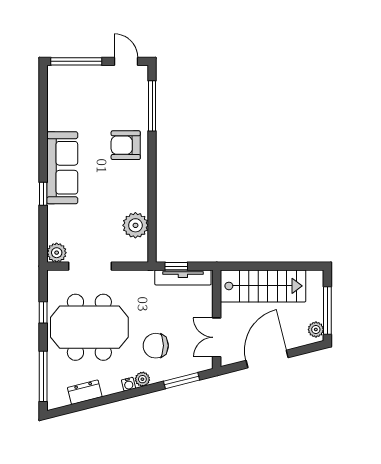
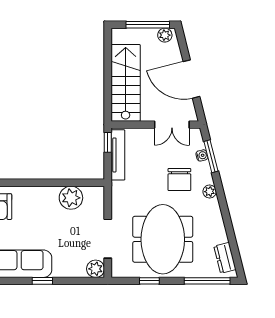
window: (176, 266) -> (108, 142), moved
water cooler: (129, 384) -> (202, 155), moved
dresser: (85, 392) -> (225, 258), moved

